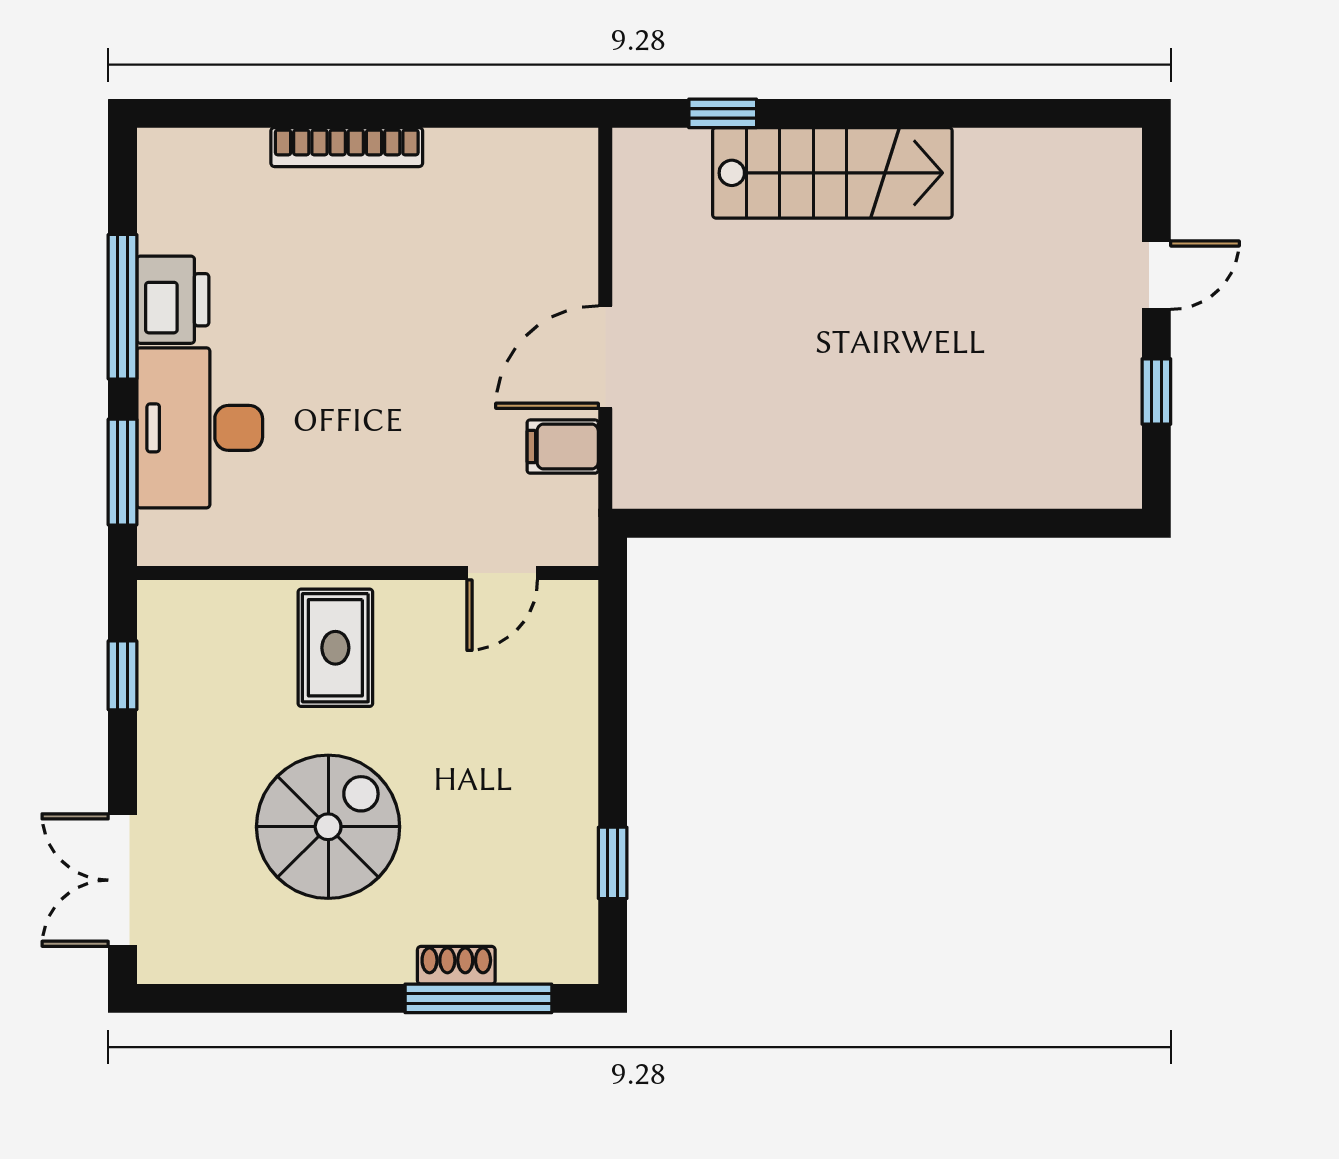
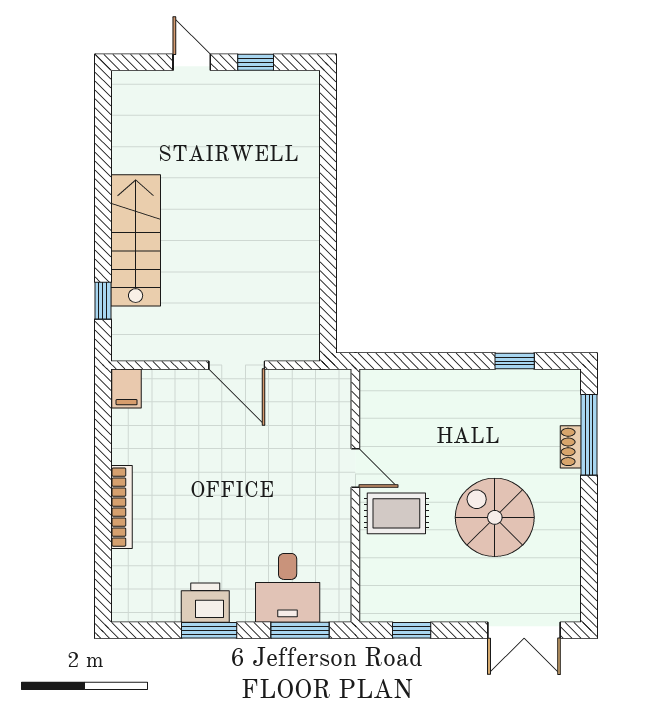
window: (123, 307) -> (209, 630), width x0.69
desk: (200, 428) -> (288, 588), width x0.73
filing cabinet: (563, 447) -> (127, 388), moved
door: (502, 573) -> (355, 468), moved

